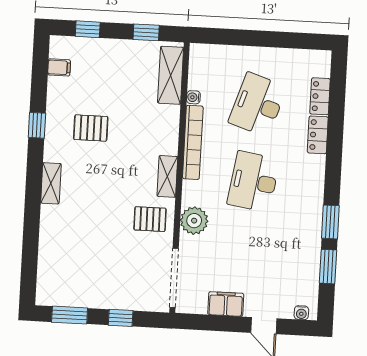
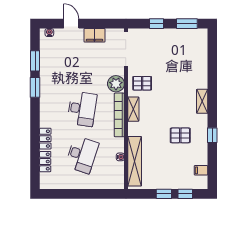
window: (146, 32) -> (164, 194), moved
shelving: (171, 75) -> (135, 161), width x1.47
bookcase: (193, 142) -> (119, 115), moved

